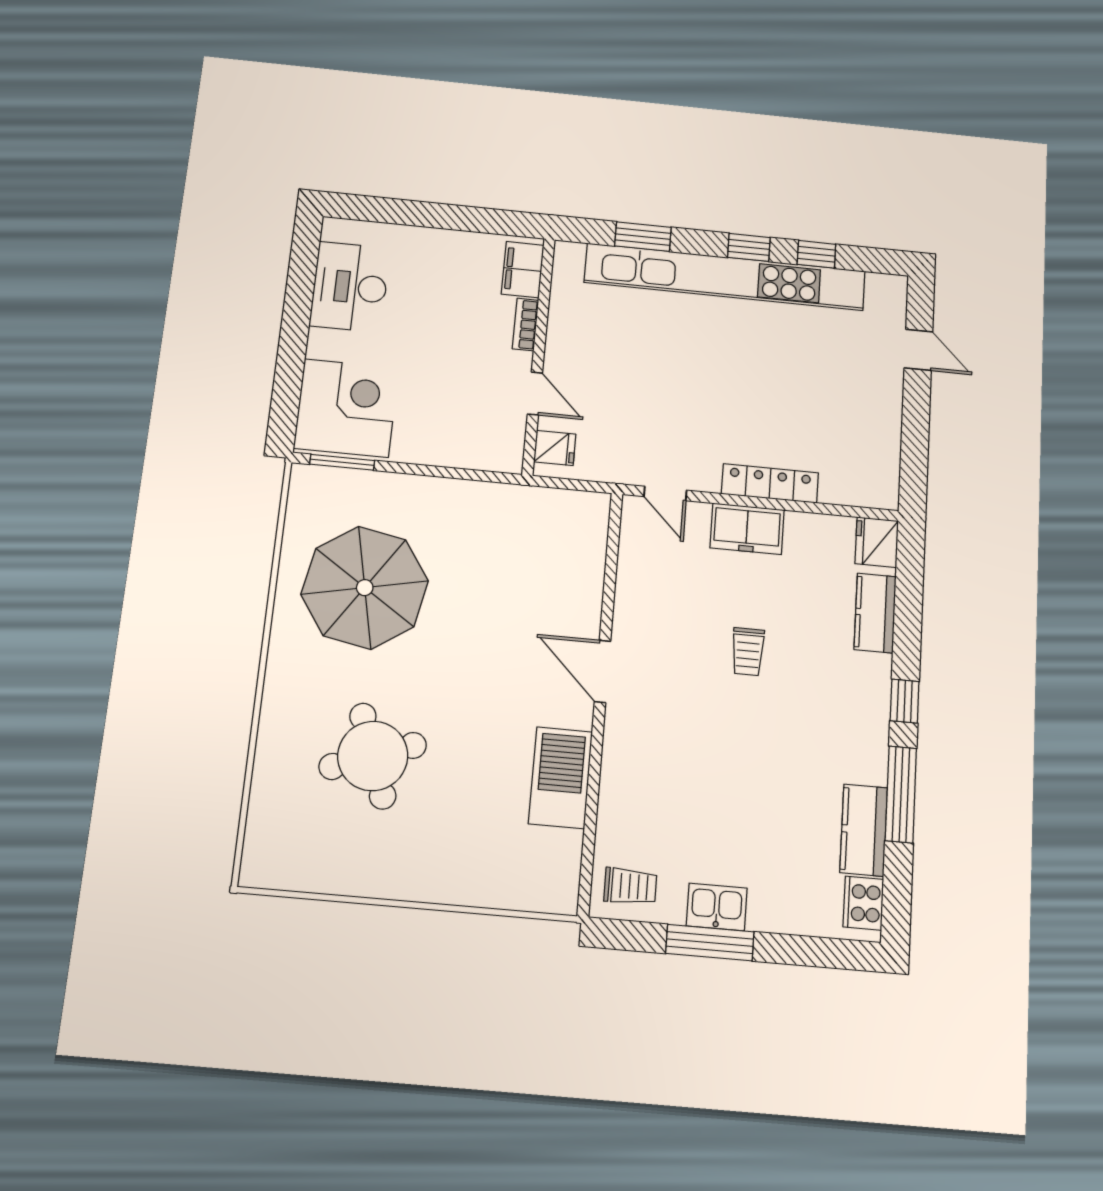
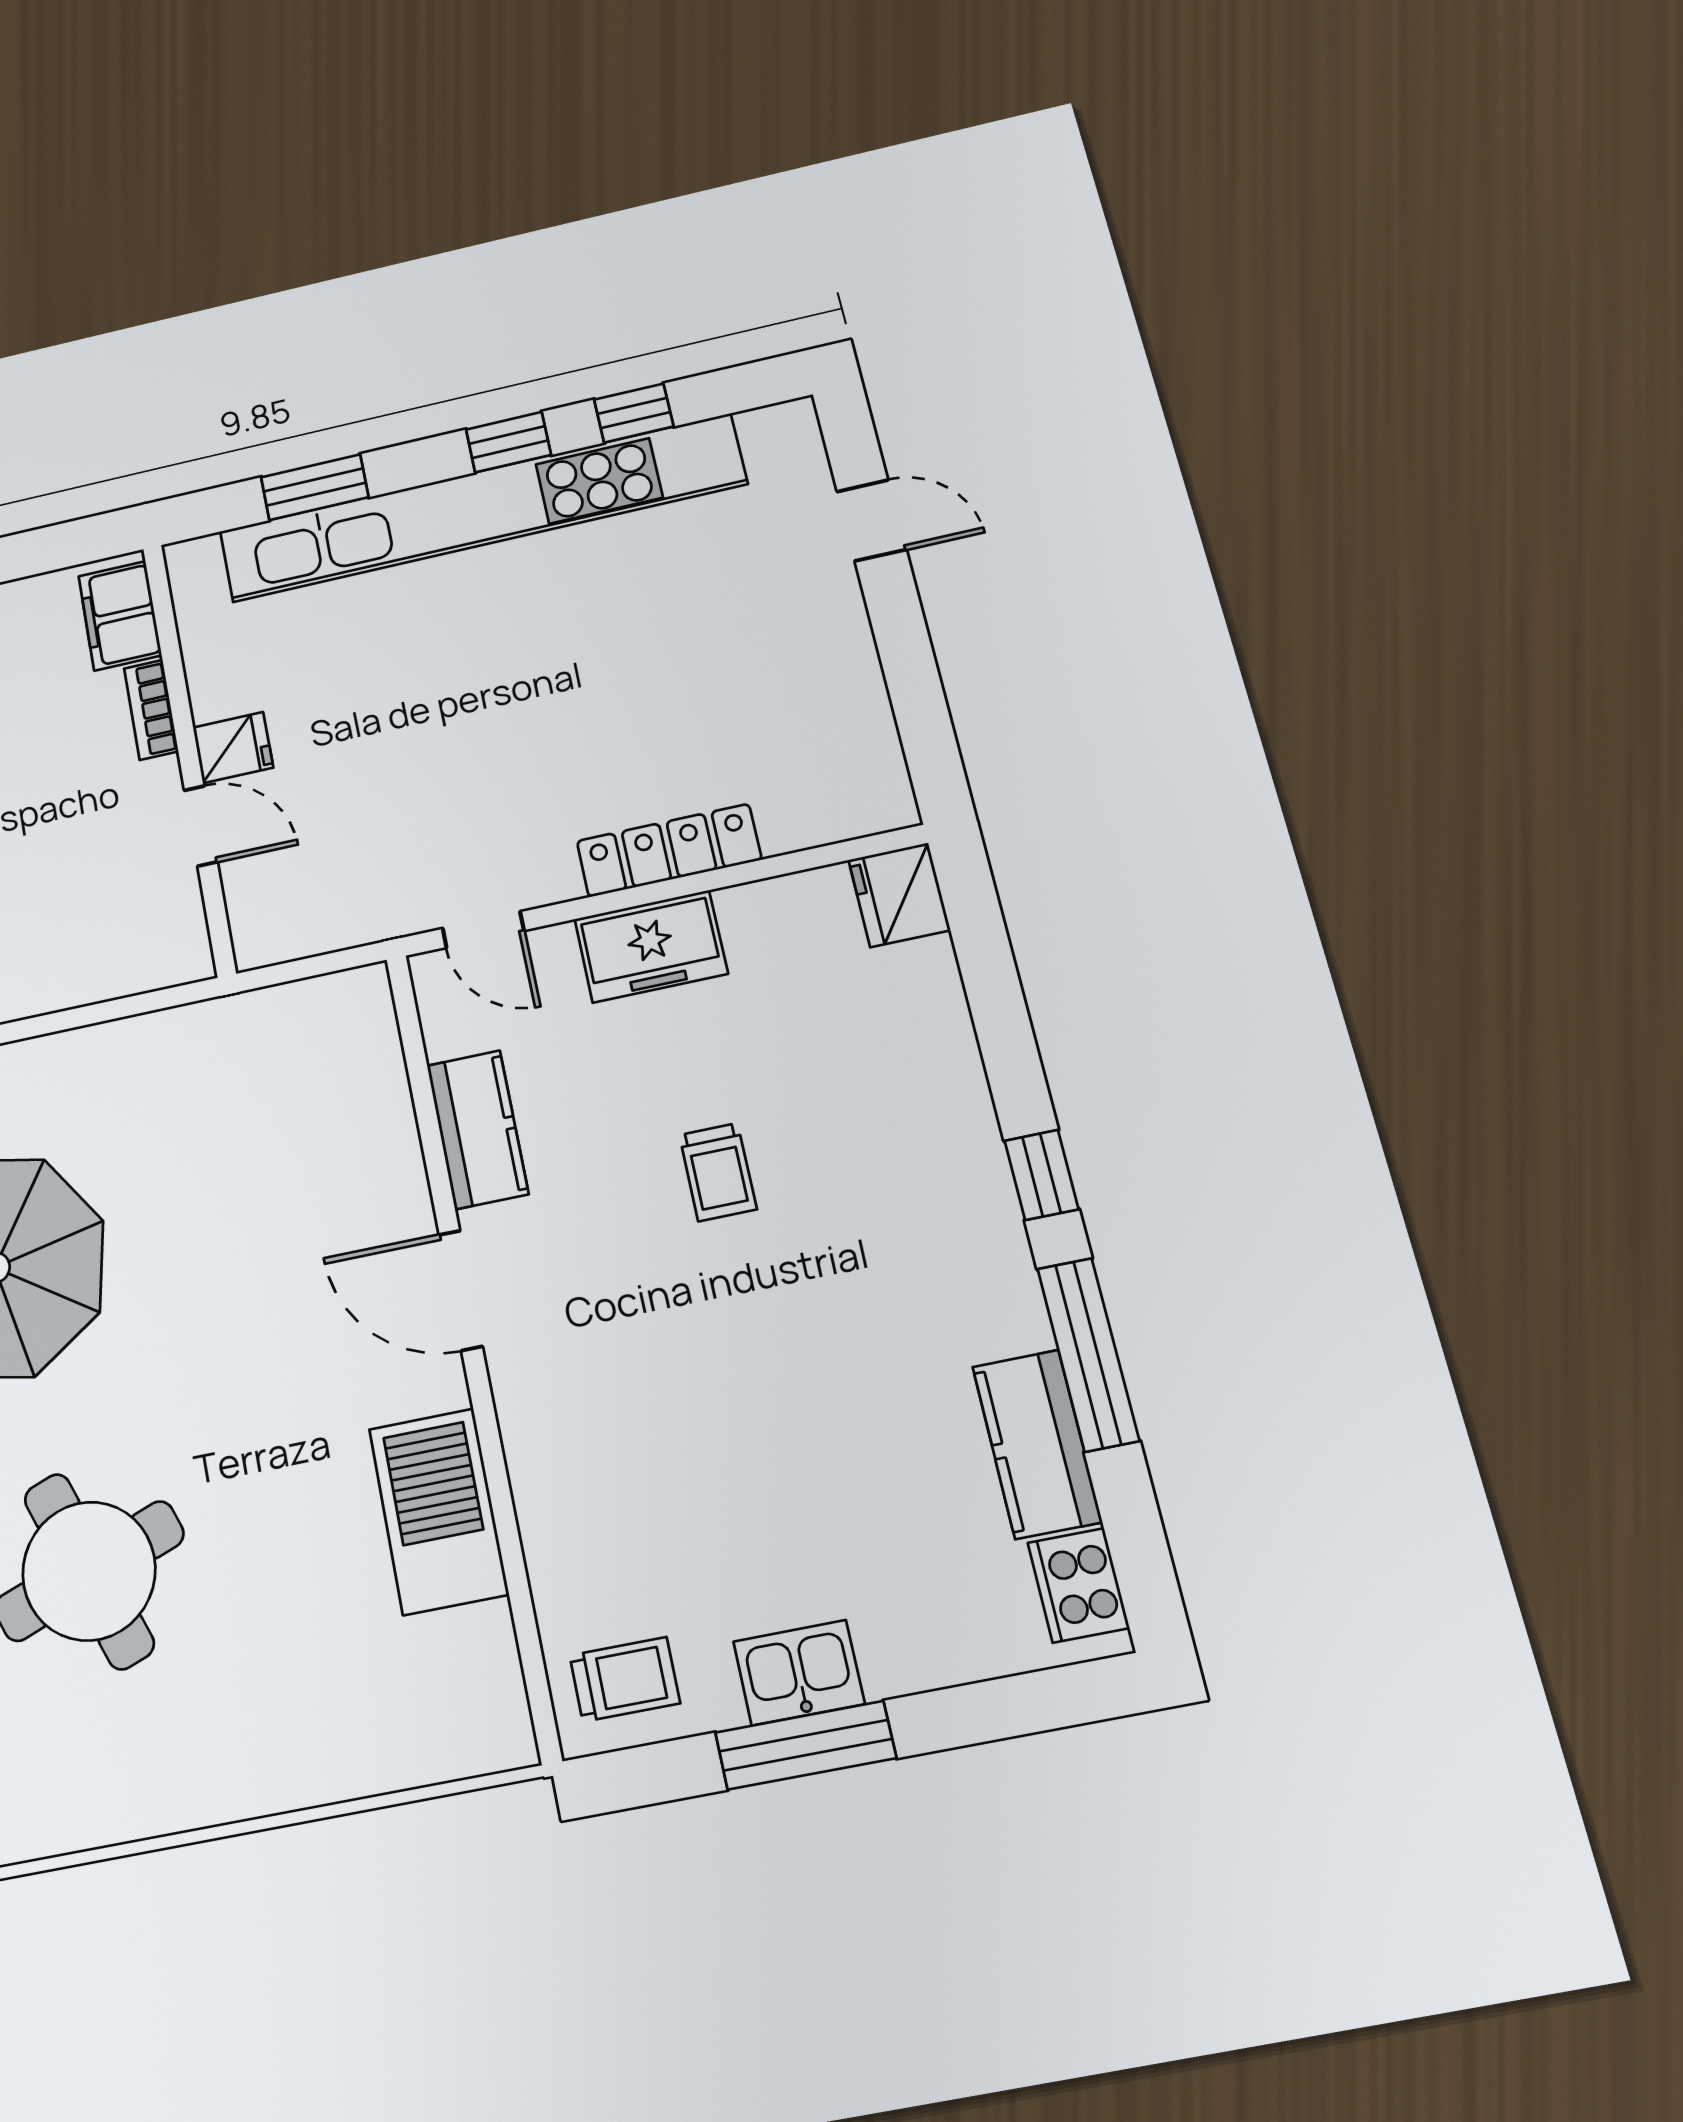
fridge: (555, 448) -> (233, 748), moved
kitchen counter: (875, 613) -> (477, 1130), moved, turned 180

